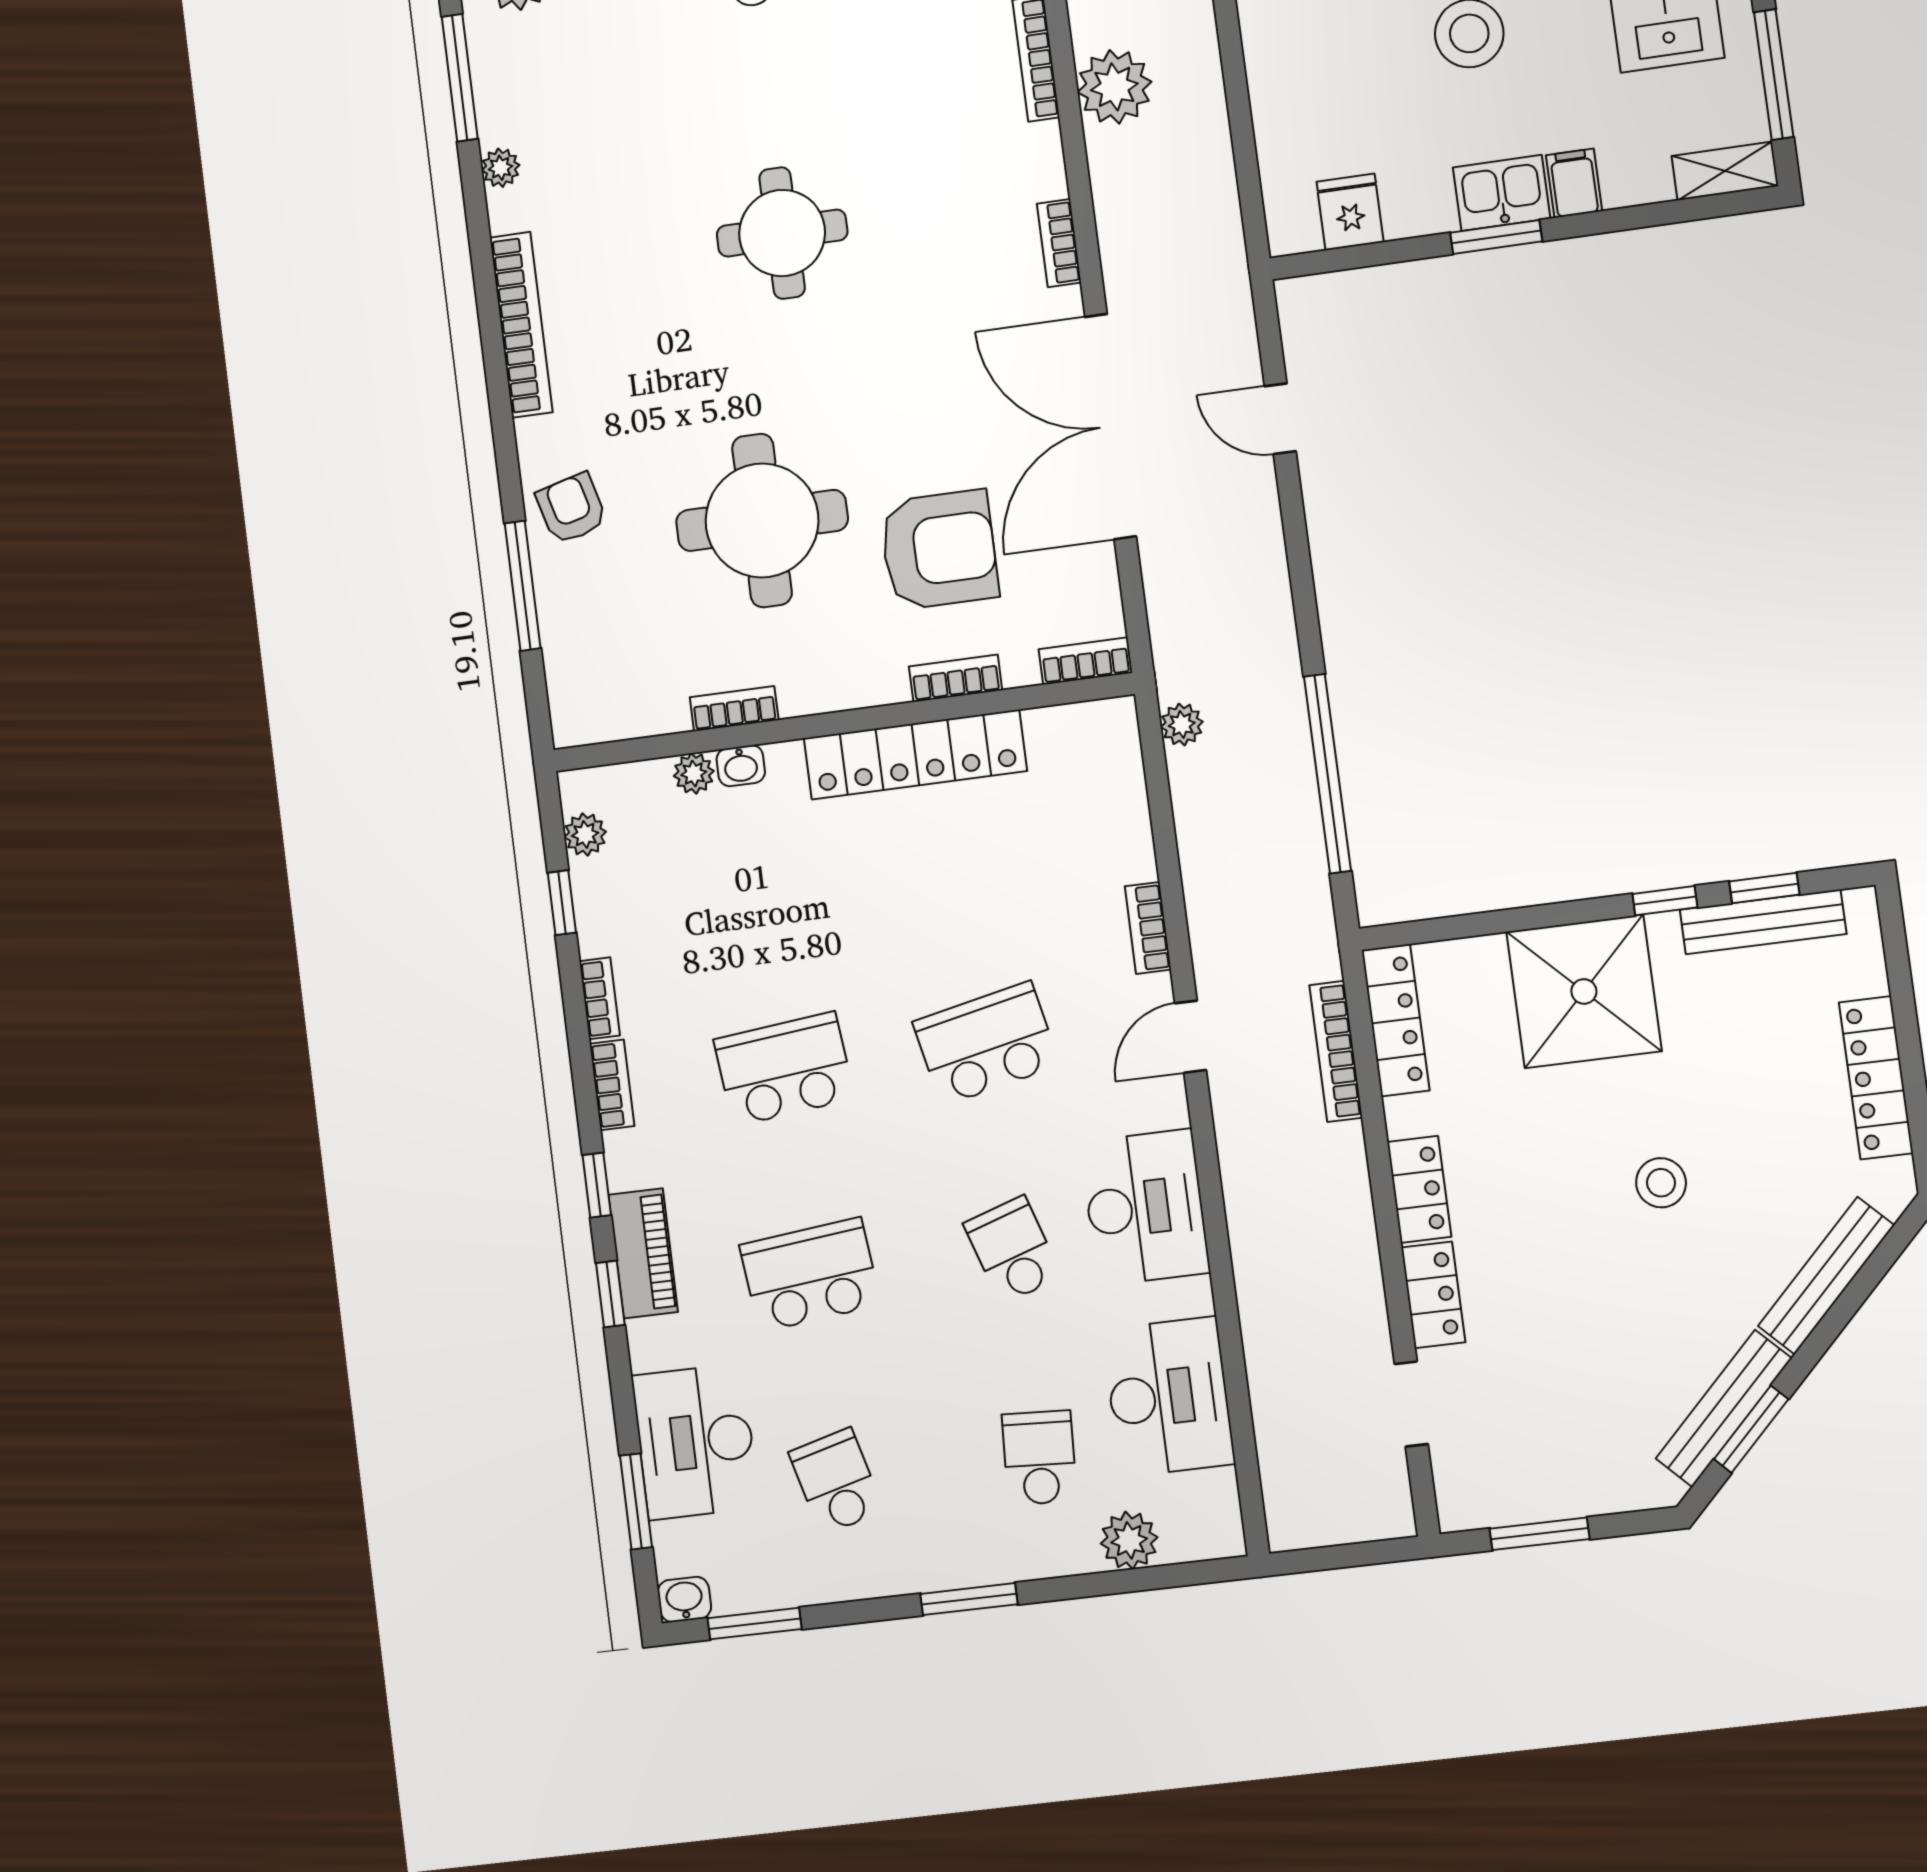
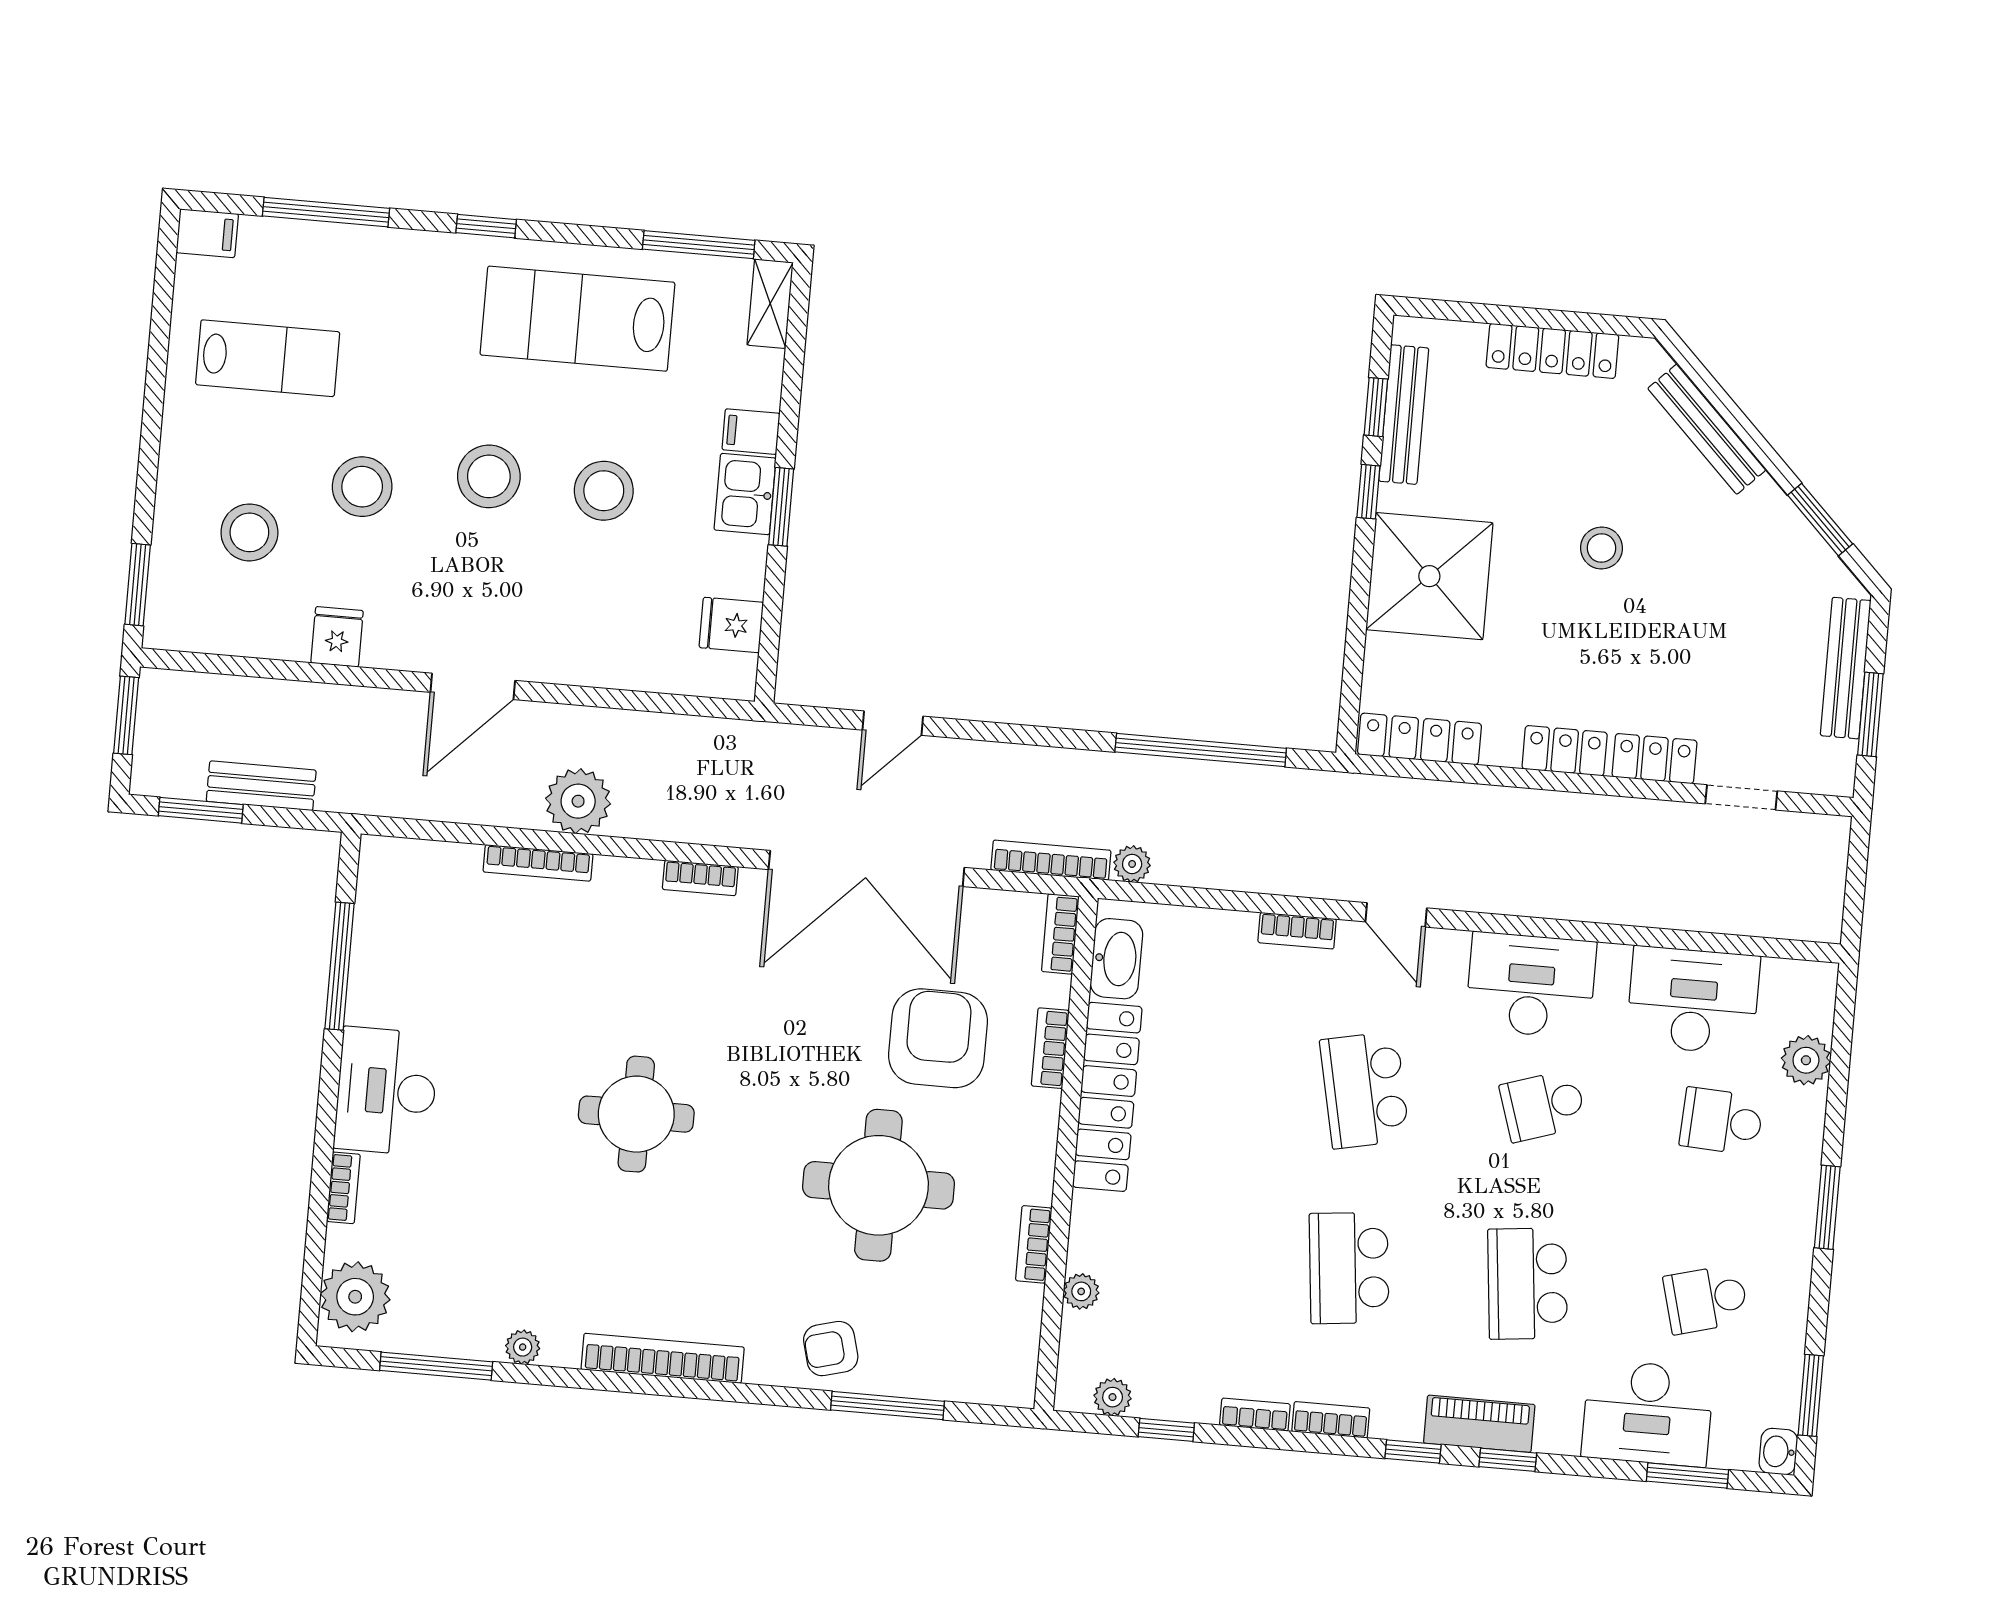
washbasin: (741, 766) -> (1116, 959), moved, width x1.91, depth x1.45
bookcase: (1336, 1051) -> (1051, 860), moved, turned 180
bench: (1724, 1408) -> (1846, 668), moved, turned 45

